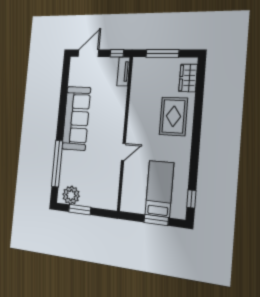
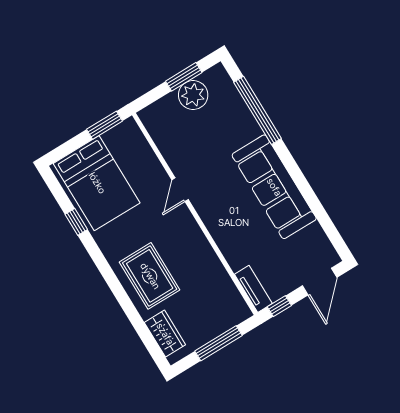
bed: (159, 189) -> (97, 183), width x1.50
plant: (71, 195) -> (193, 95), moved
window: (191, 199) -> (76, 222), moved
window: (156, 220) -> (105, 125), moved

